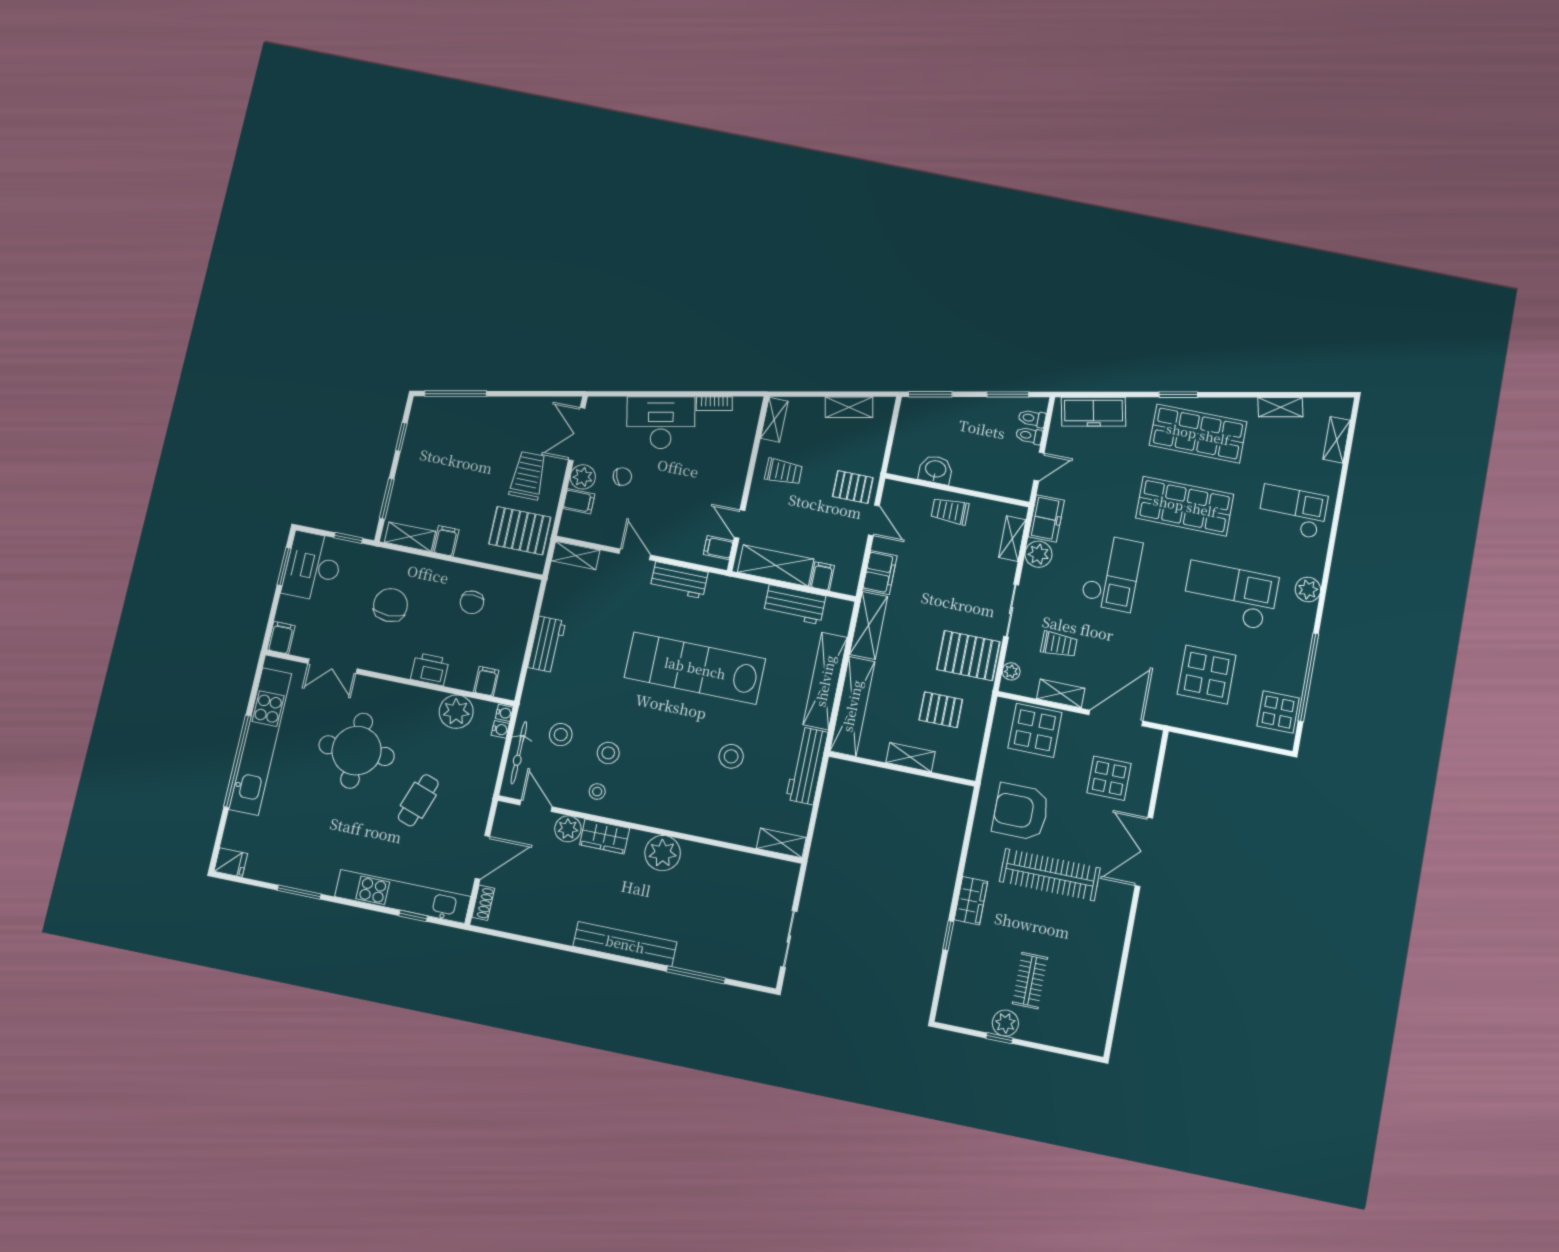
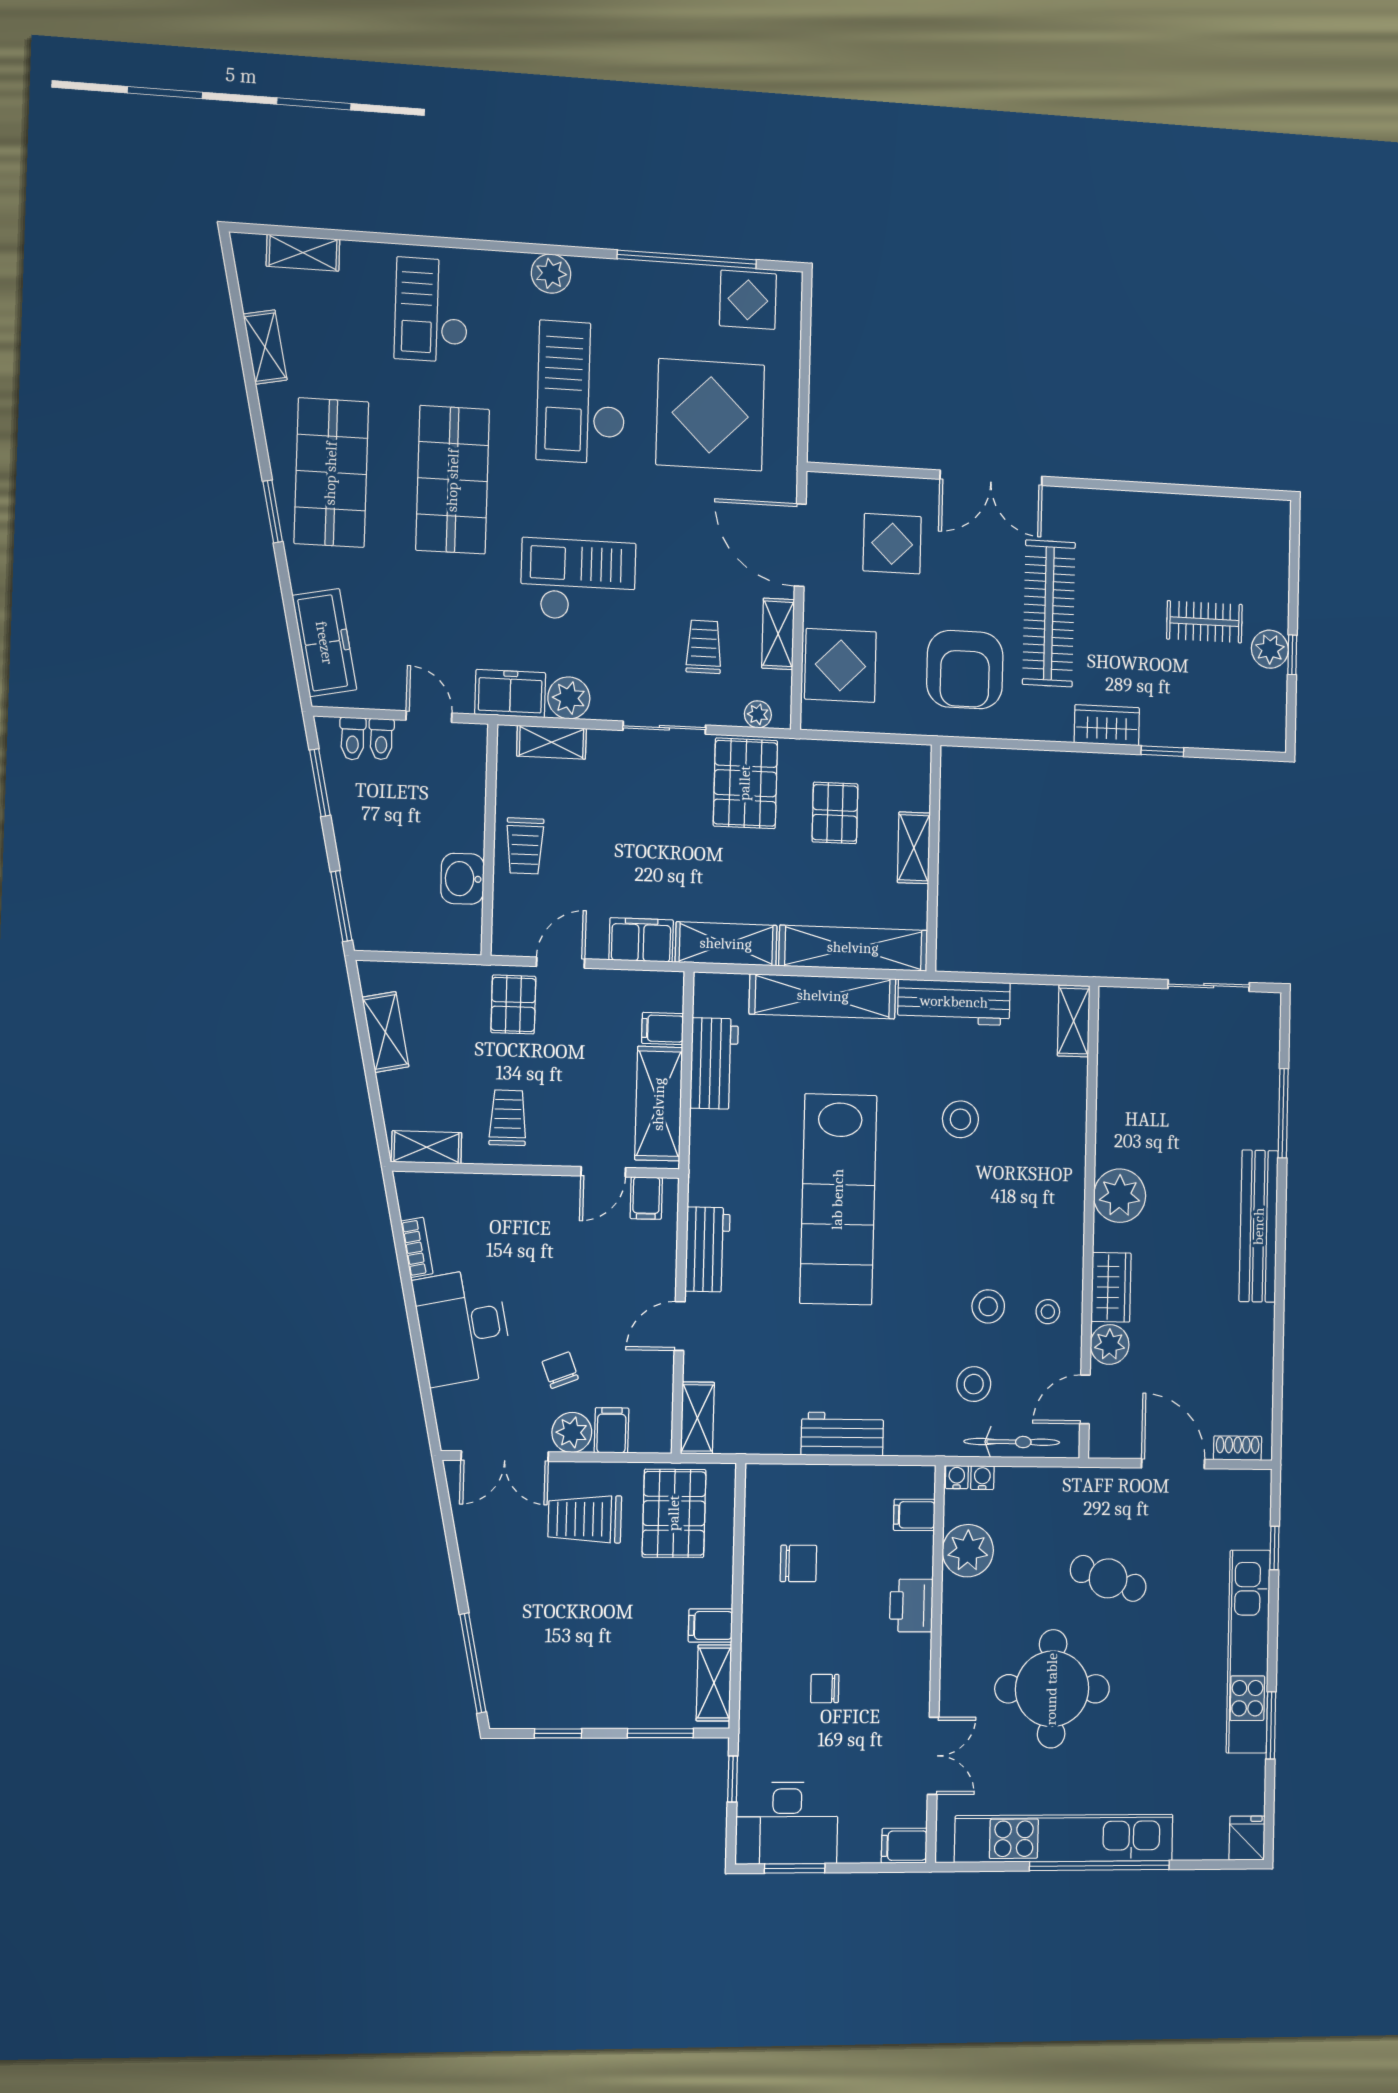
chair: (391, 605) -> (825, 1689), width x0.54, depth x0.54
display table: (1207, 675) -> (710, 415), width x1.36, depth x1.36
kitchen unit: (403, 897) -> (1248, 1652), moved

